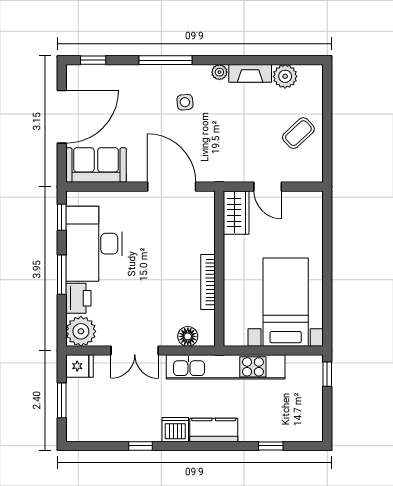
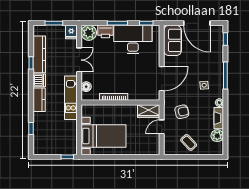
armchair: (238, 147) -> (182, 112), added
double door: (135, 351) -> (79, 60), swing flipped
kitchen unit: (226, 367) -> (71, 98), width x0.73
kitchen counter: (124, 430) -> (39, 54), added

